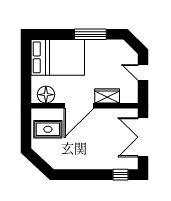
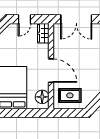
wardrobe: (107, 96) -> (43, 33), moved
rug: (48, 129) -> (70, 95), turned 90

